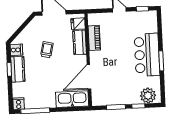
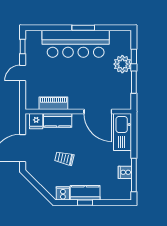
bar counter: (147, 55) -> (76, 44), width x1.36
plant: (148, 96) -> (122, 64), moved
cooker: (19, 104) -> (125, 172), moved

